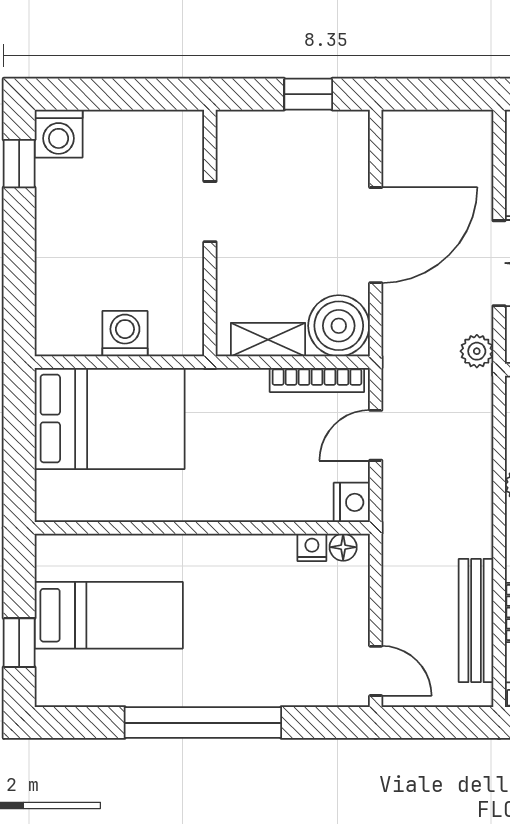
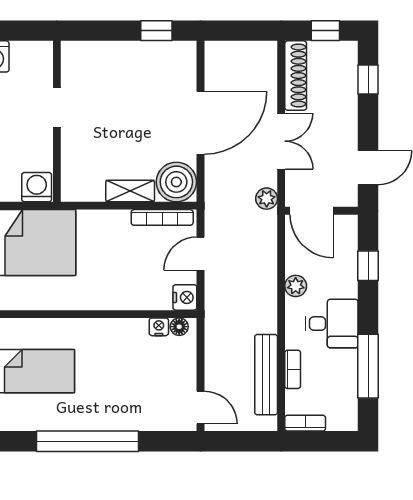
doorway: (210, 212) -> (57, 107), moved
wall: (210, 233) -> (57, 121), moved

